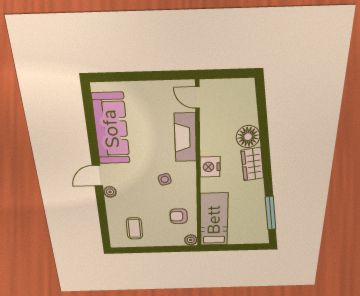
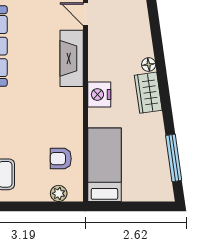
floor lamp: (248, 137) -> (149, 65), width x0.53, depth x0.53
side table: (165, 179) -> (46, 109), removed
plant: (191, 240) -> (59, 193), moved

